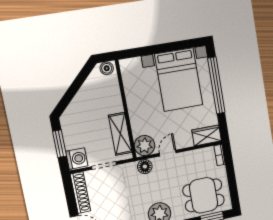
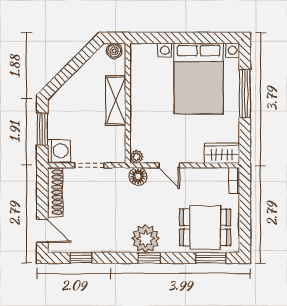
window: (216, 85) -> (245, 94), width x0.68
shelving: (120, 134) -> (116, 100), moved
plant: (145, 146) -> (137, 157), width x0.53, depth x0.53
door: (168, 153) -> (169, 165), swing flipped

